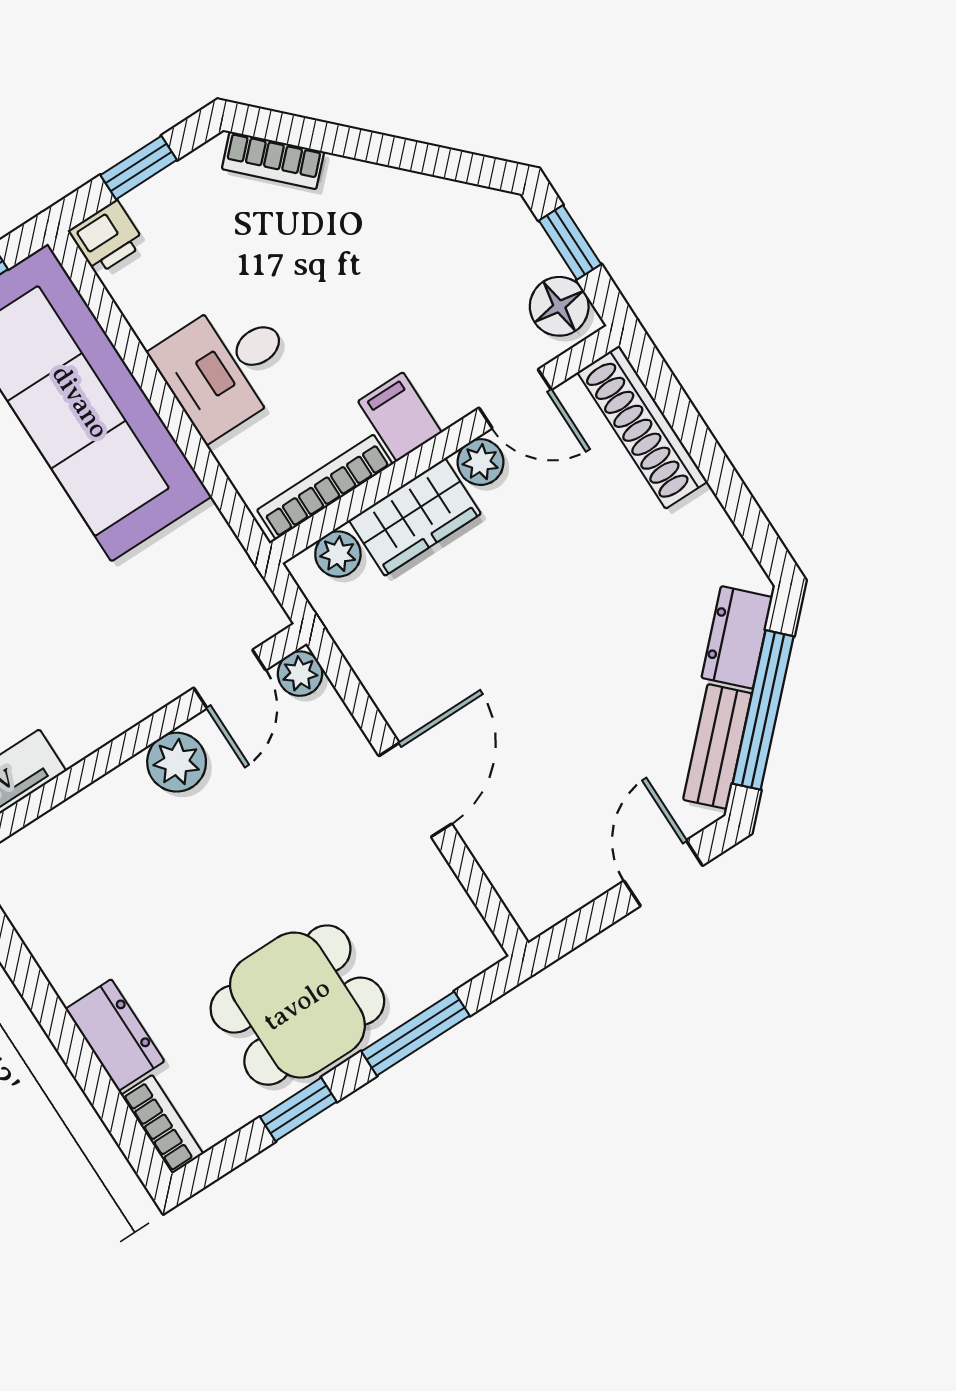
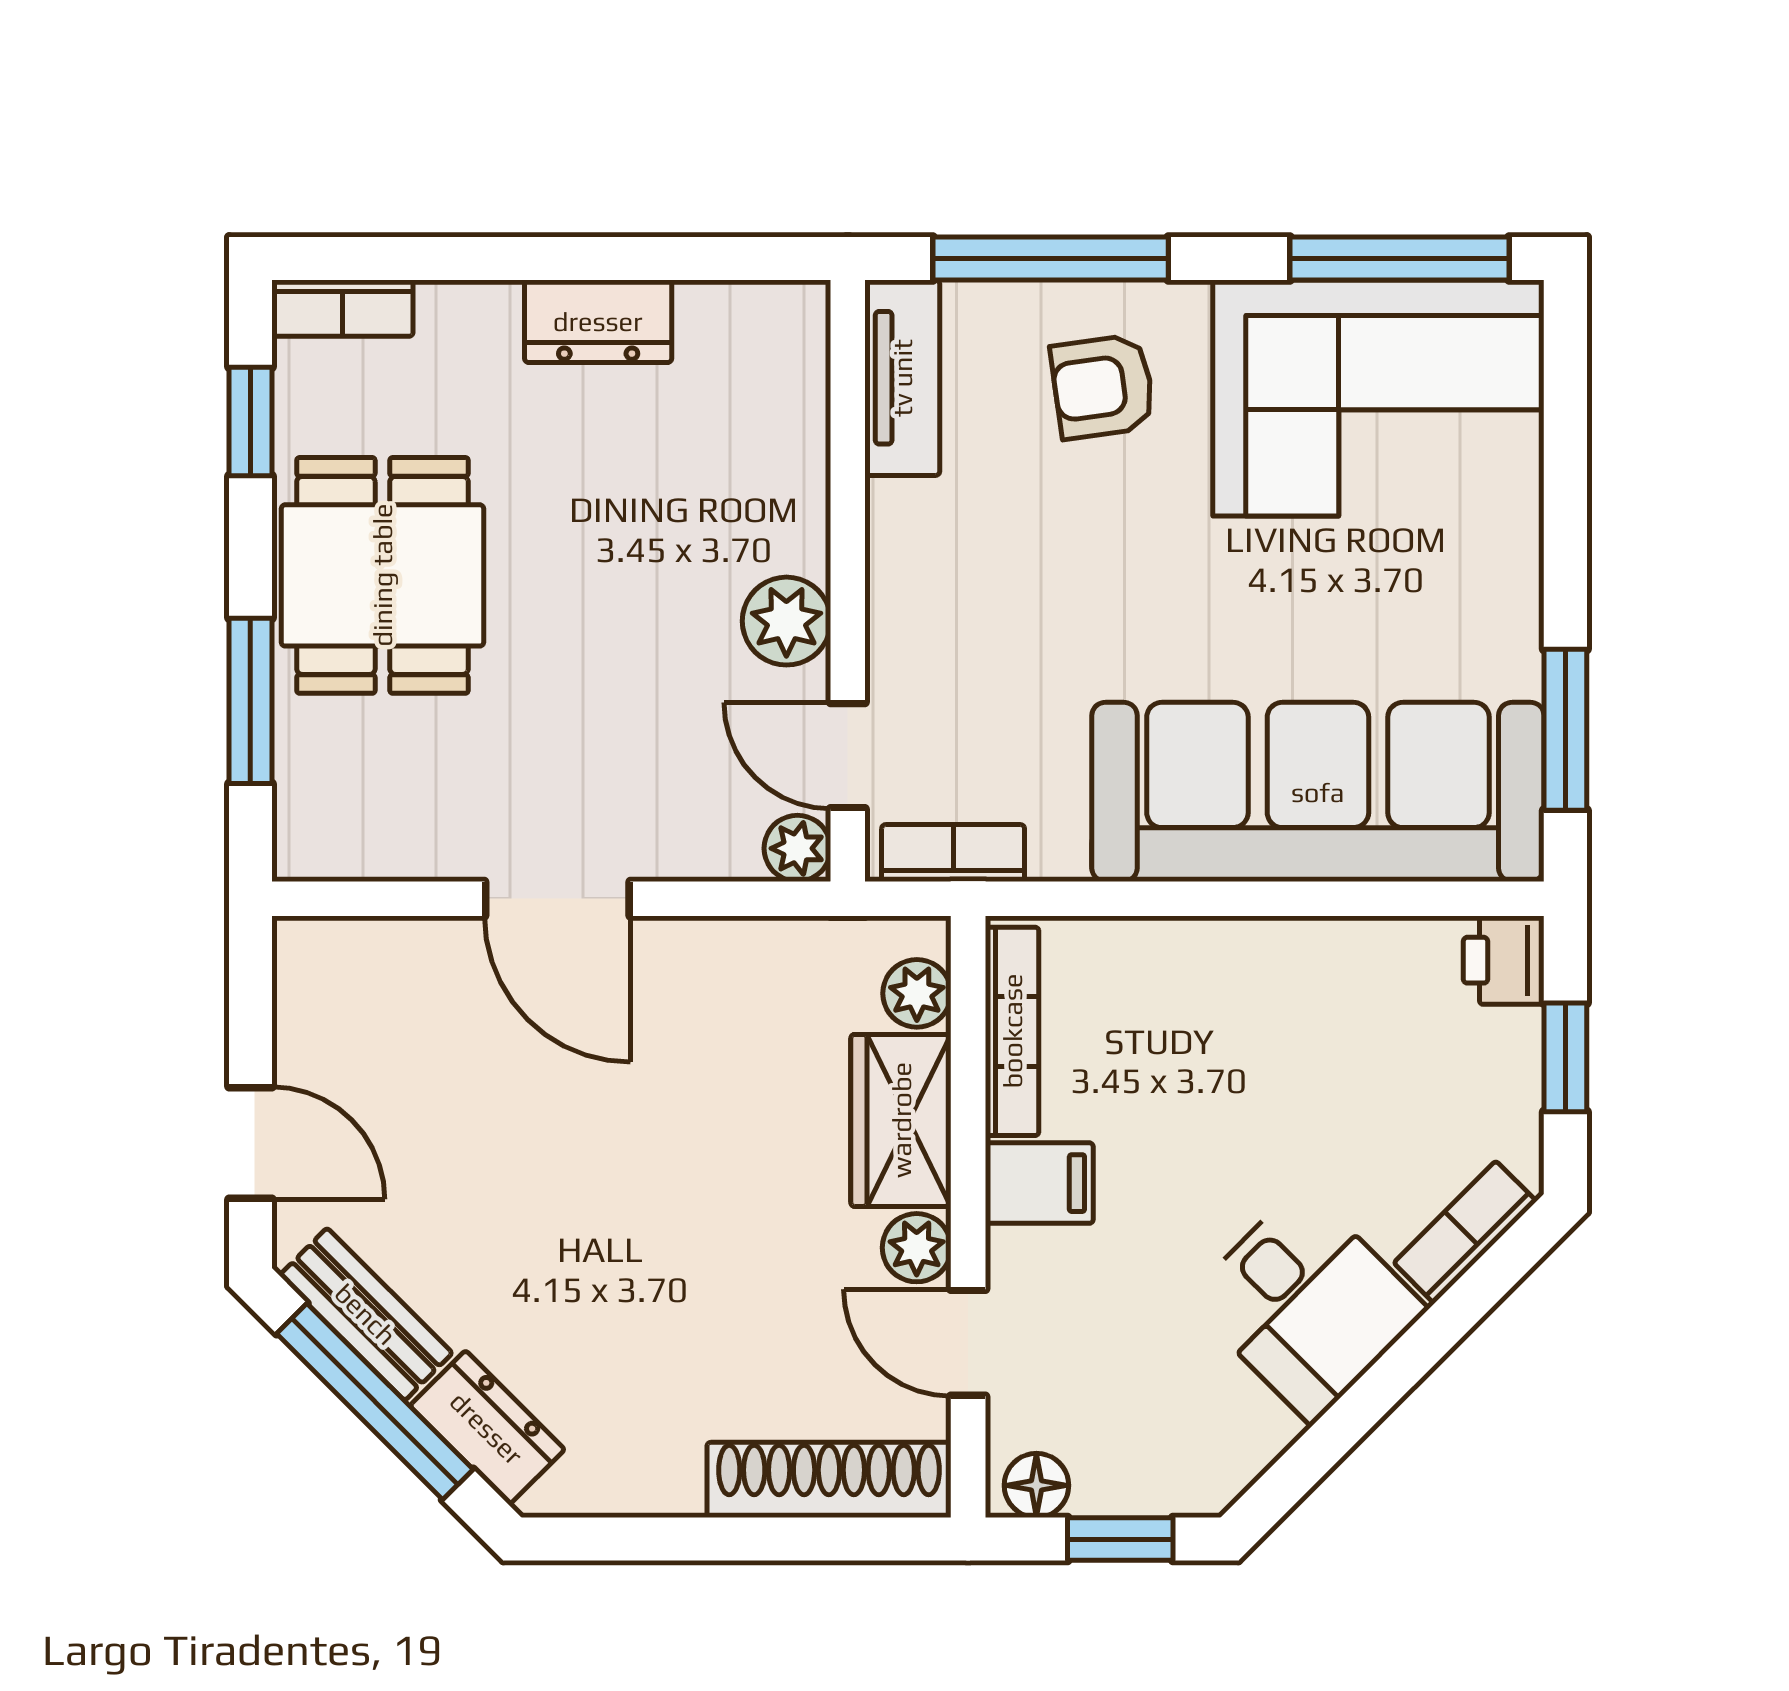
floor lamp: (559, 306) -> (1036, 1485), width x0.73, depth x0.73
desk: (226, 366) -> (1307, 1304), moved, turned 135
door: (515, 399) -> (968, 1343), hinge flipped
bookcase: (246, 585) -> (953, 853), added
dresser: (115, 1035) -> (598, 321), moved
window: (298, 1109) -> (250, 422), moved

